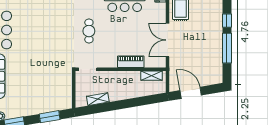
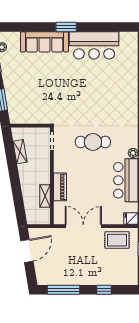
cafe table: (89, 31) -> (93, 142), width x1.37, depth x1.35
window: (227, 48) -> (63, 290), moved
shelving: (152, 76) -> (45, 196), moved

